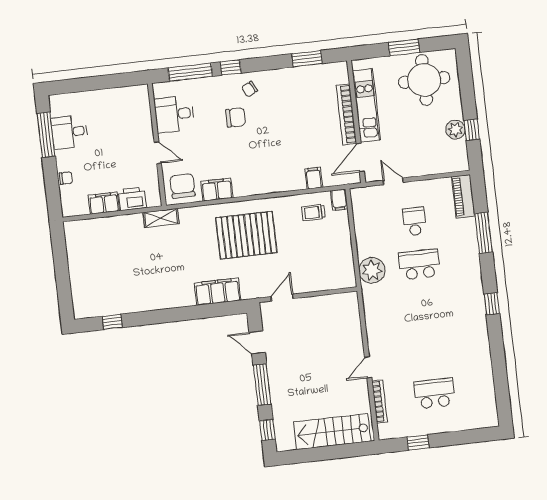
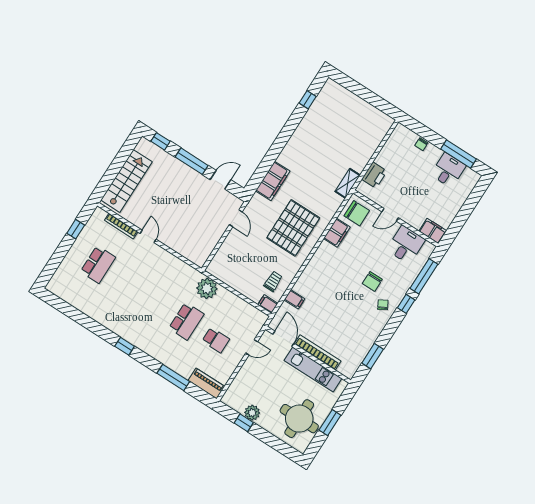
filing cabinet: (104, 203) -> (433, 231), moved, turned -90

